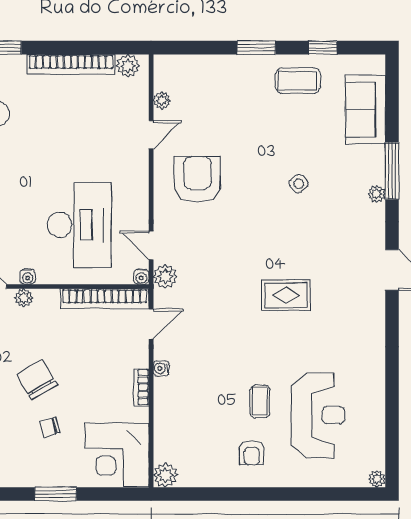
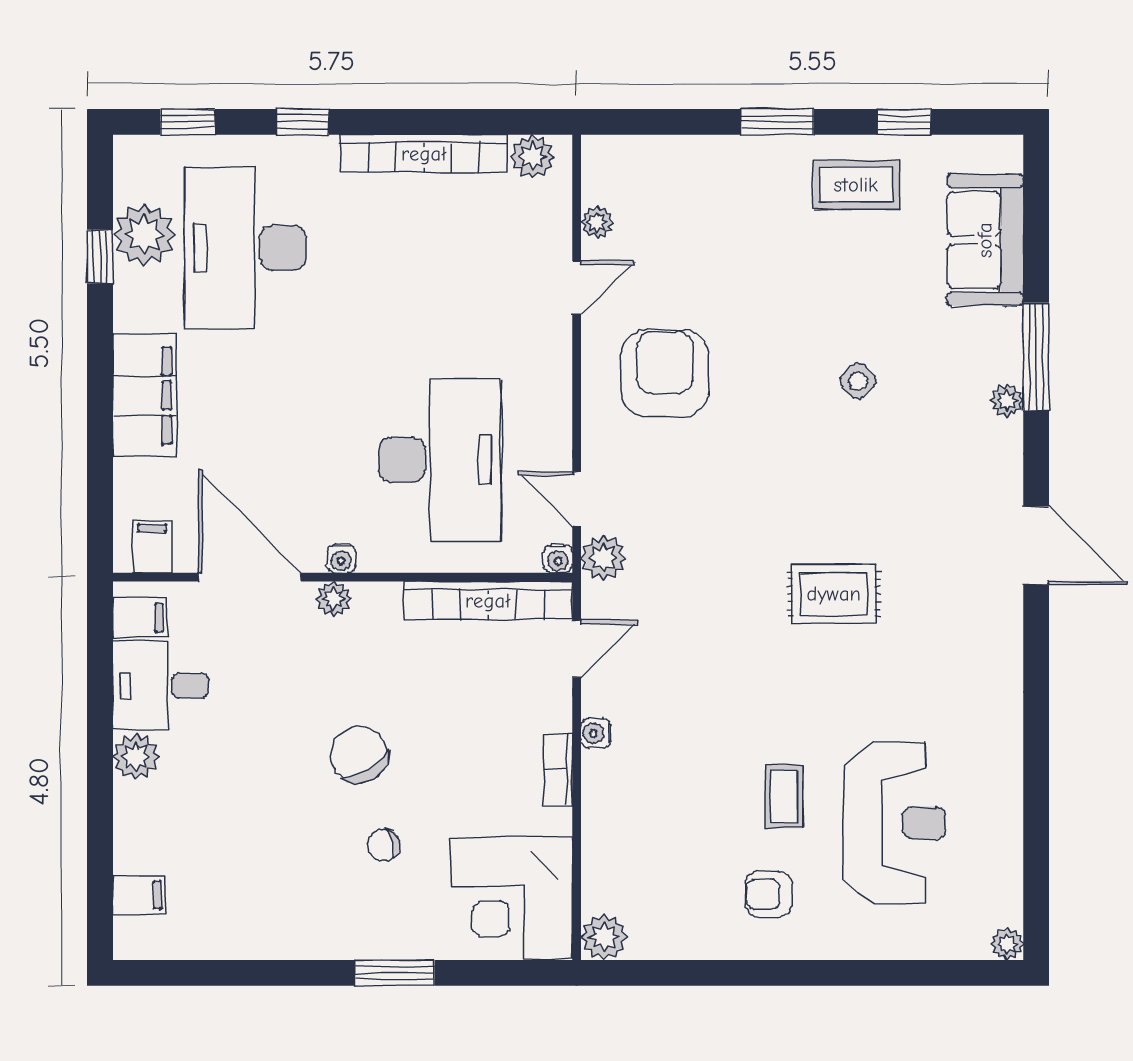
armchair: (252, 453) -> (769, 894), turned 90

